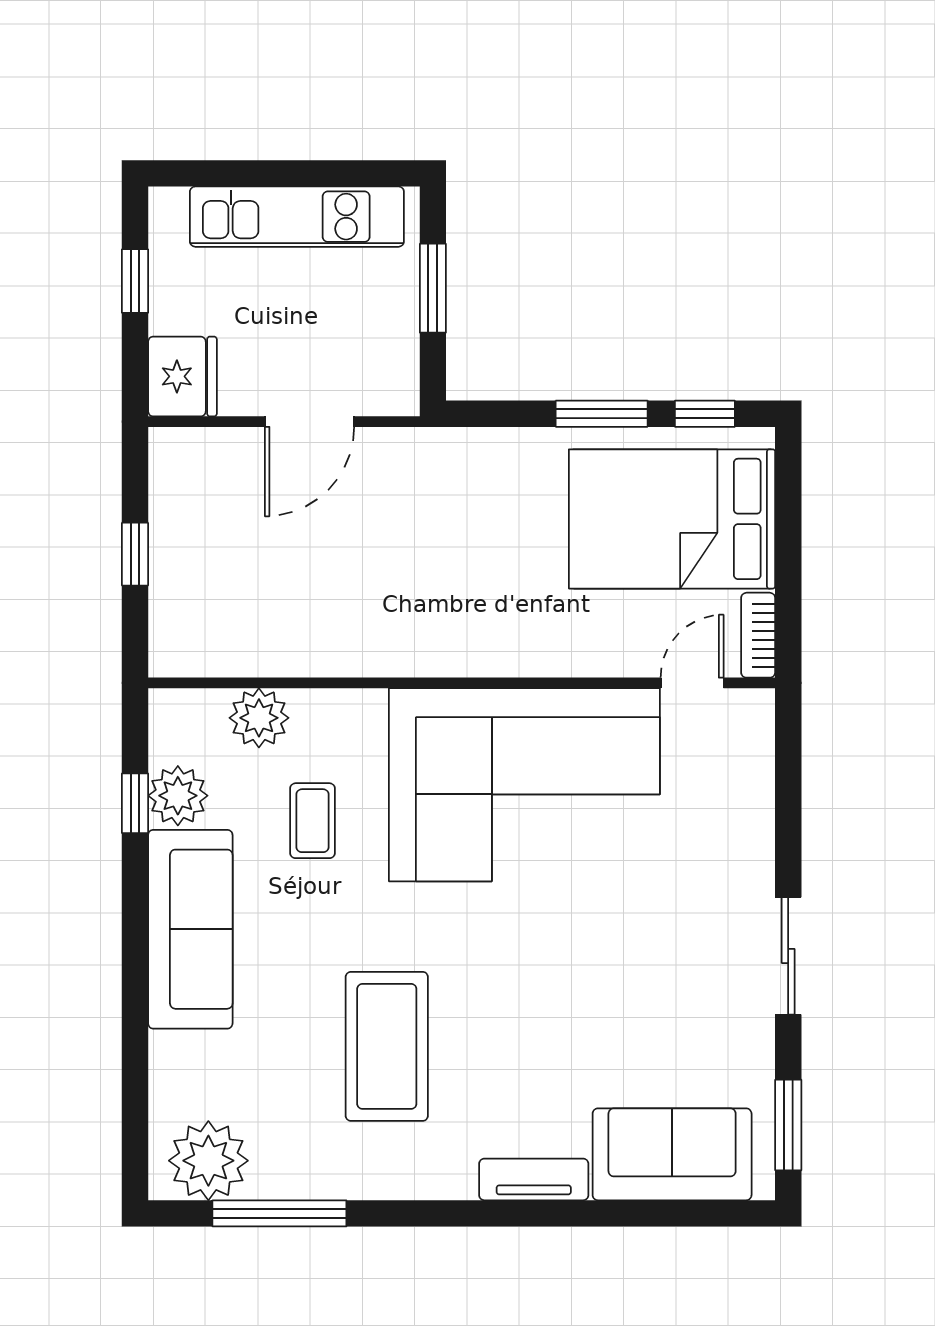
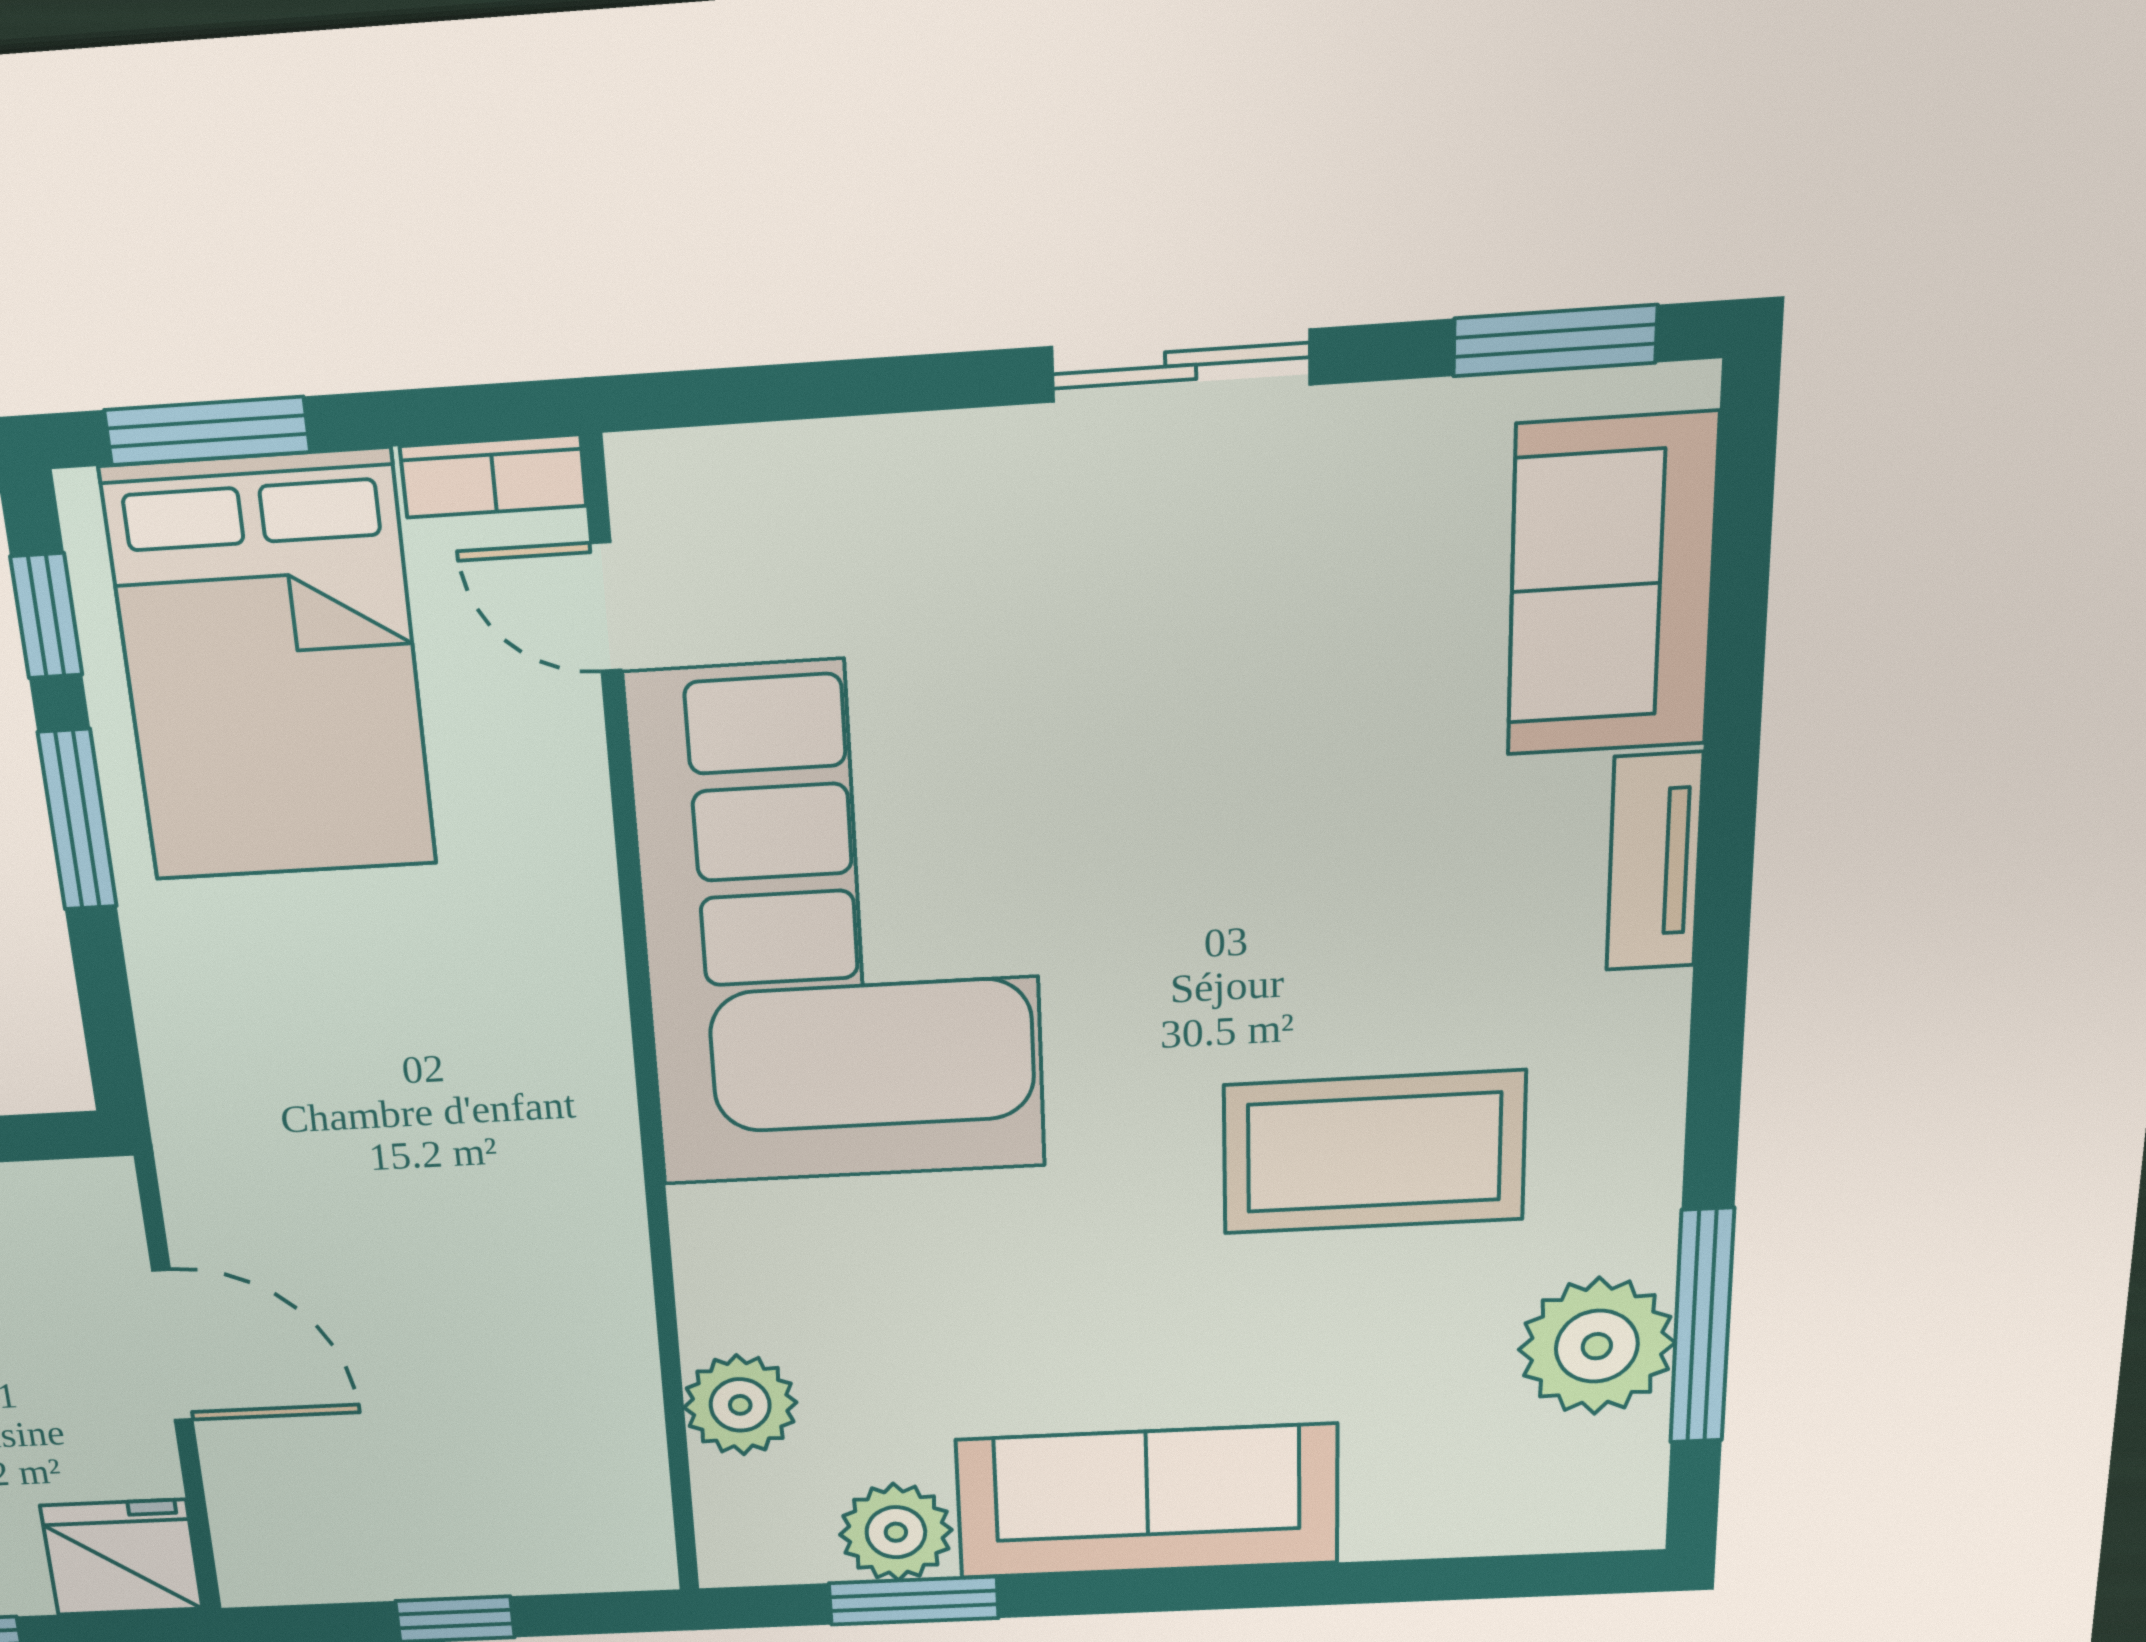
window: (788, 503) -> (207, 431), added
window: (135, 803) -> (914, 1601), width x1.50
coffee table: (313, 821) -> (932, 1305), removed
plant: (208, 1161) -> (1597, 1346), moved

